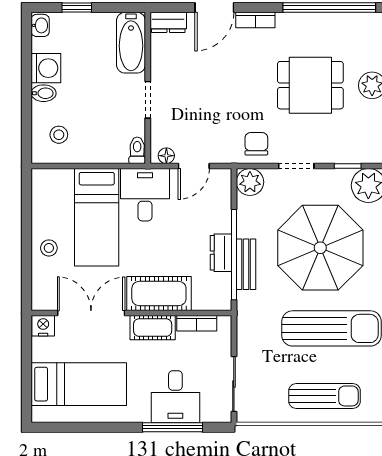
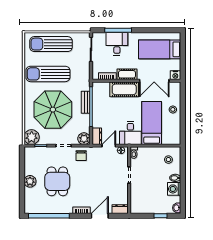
bathtub: (131, 43) -> (137, 200), removed
dining table: (310, 85) -> (57, 181), turned 90
dresser: (221, 253) -> (97, 136), moved
sun lounger: (324, 396) -> (51, 44), width x1.36, depth x1.34

